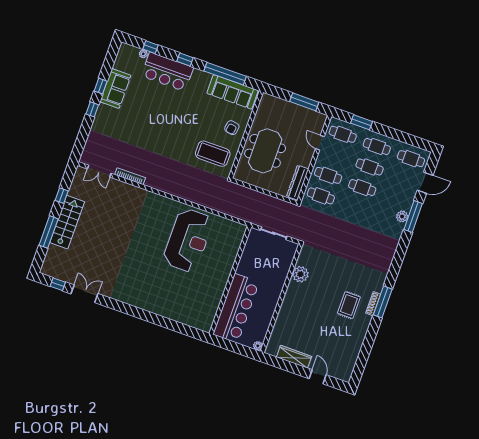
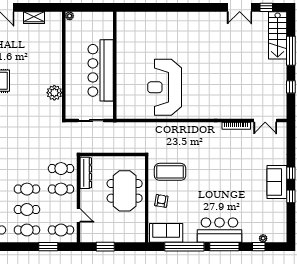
window: (185, 59) -> (224, 247), width x2.17
bar counter: (167, 72) -> (219, 230), moved
sofa: (115, 88) -> (277, 182), moved
sofa: (233, 92) -> (166, 233), width x0.73
window: (304, 102) -> (105, 247), width x0.69
double door: (99, 171) -> (265, 121), swing flipped
stairs: (67, 222) -> (278, 35), moved
bar counter: (236, 308) -> (101, 70), moved
wardrobe: (294, 357) -> (34, 18), width x0.67

